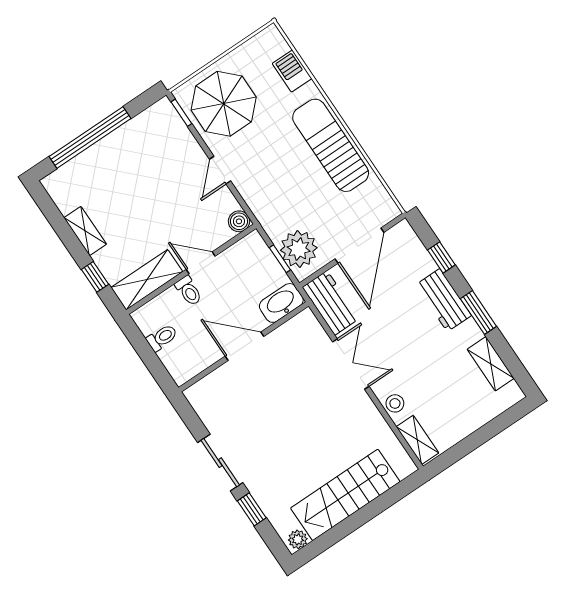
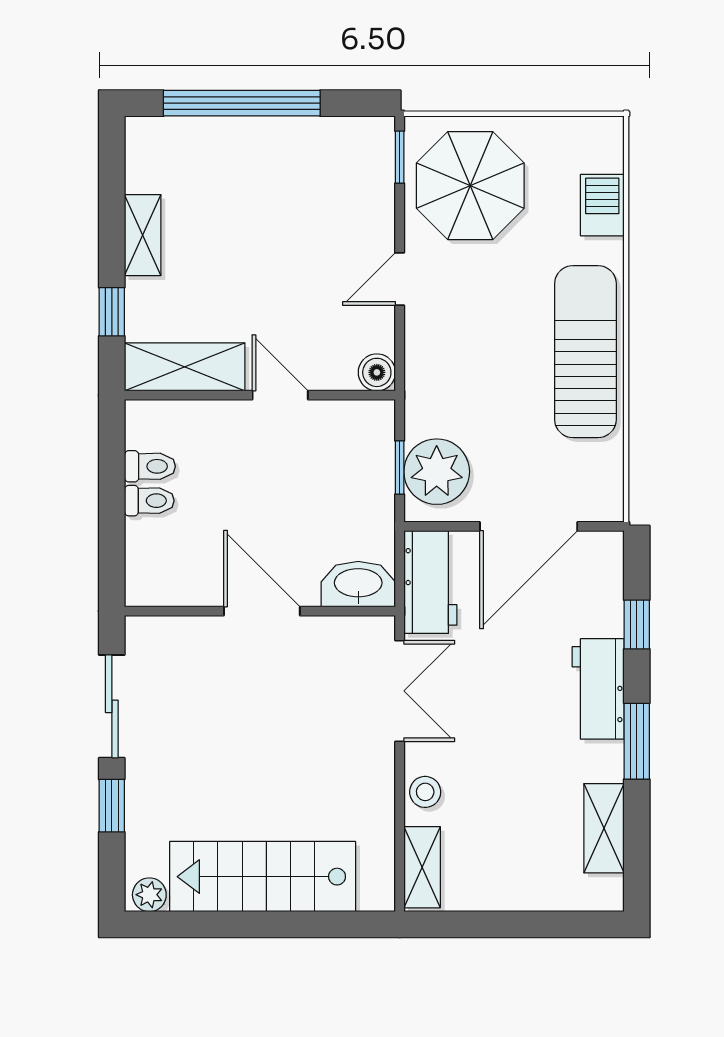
toilet: (189, 291) -> (149, 501), moved, turned -90
washbasin: (281, 303) -> (358, 584), moved
door: (245, 346) -> (262, 611), moved
wall: (244, 347) -> (260, 611), moved

